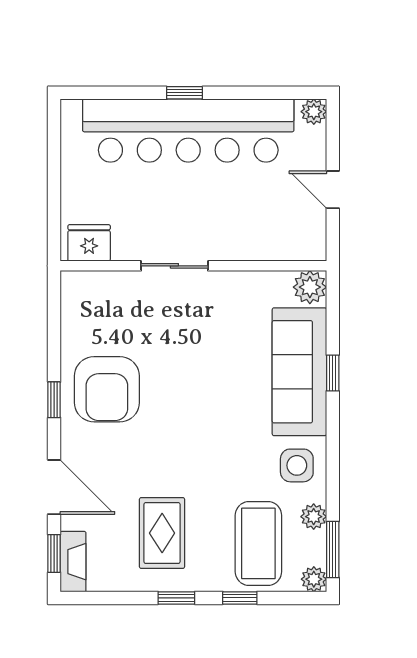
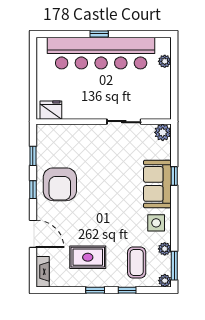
plant: (314, 112) -> (165, 61), moved
door: (333, 190) -> (174, 83), removed
sliding door: (174, 266) -> (124, 122), moved
sofa: (299, 372) -> (157, 184), width x0.73
rug: (162, 533) -> (88, 257), turned 90
coffee table: (258, 543) -> (137, 262), width x0.73, depth x0.76
window: (54, 553) -> (33, 156), moved

